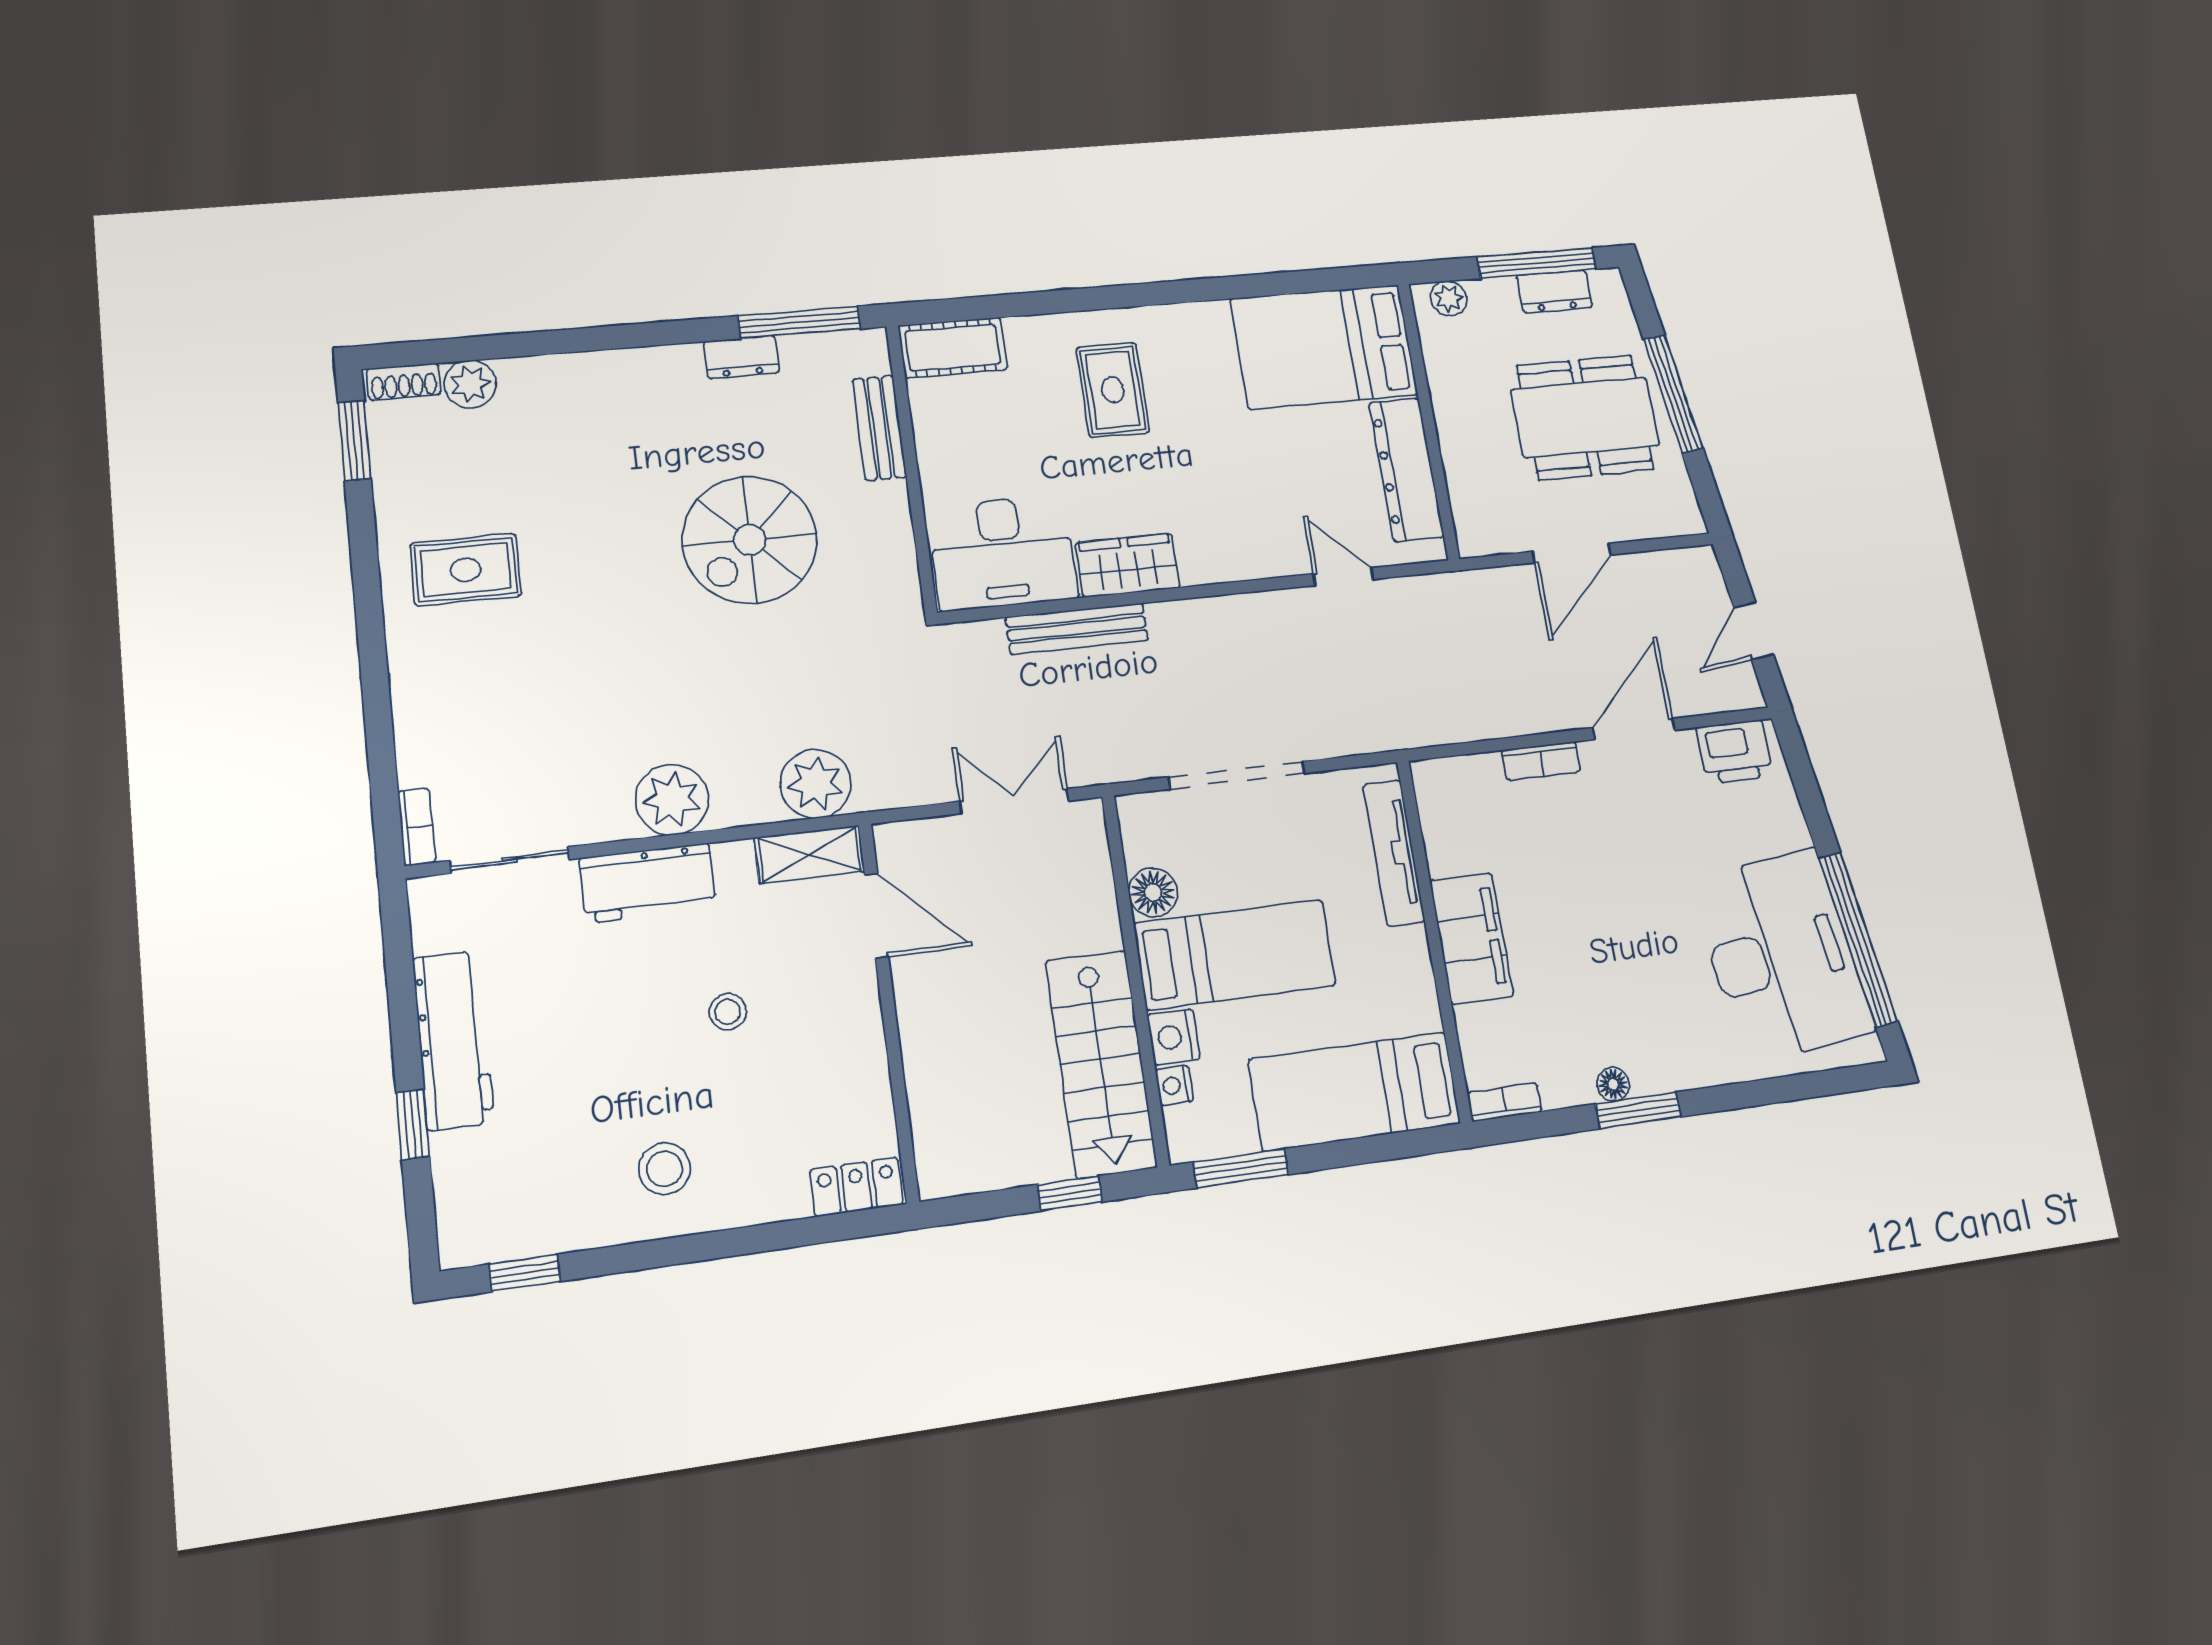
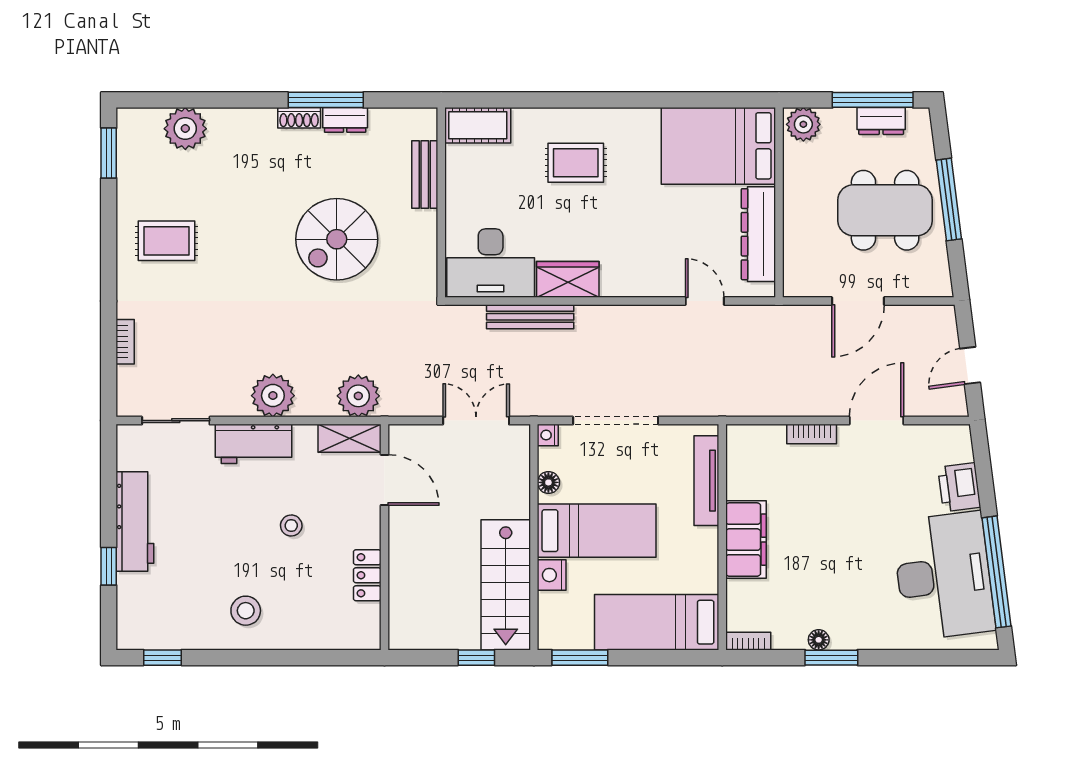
plant: (1449, 298) -> (803, 124), width x1.38, depth x1.38
window: (799, 322) -> (326, 100), moved
shoe rack: (404, 382) -> (299, 118), moved
plant: (470, 384) -> (185, 129), width x1.36, depth x1.36
rug: (1113, 390) -> (576, 163), turned 90
printer: (1735, 752) -> (959, 487), moved, turned 83
bookcase: (417, 827) -> (125, 342), moved
floor lamp: (1153, 892) -> (548, 482), width x0.73, depth x0.73
nightstand: (1174, 1085) -> (548, 435), moved
locker: (857, 1187) -> (367, 575), moved, turned -90

